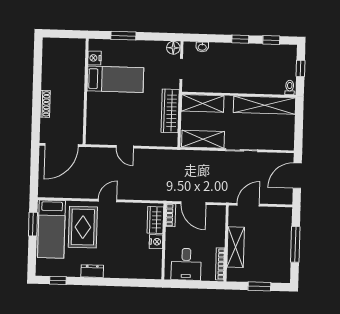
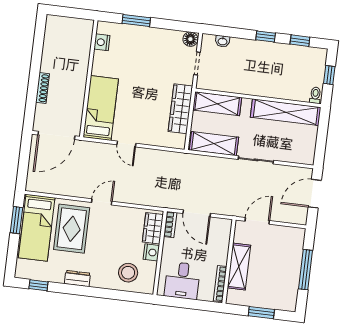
bed: (115, 79) -> (101, 108), moved, turned -90
stool: (137, 262) -> (128, 273), added

